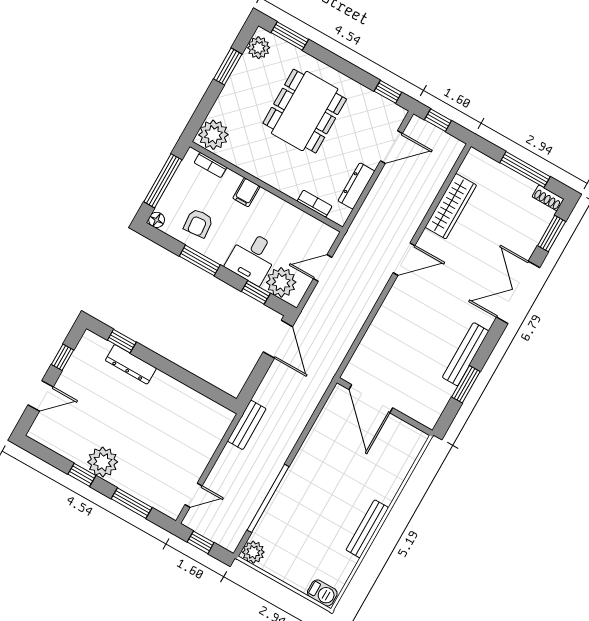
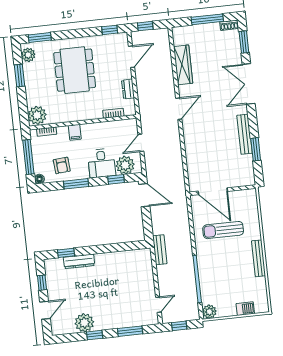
dresser: (356, 186) -> (128, 89), width x0.70
sun lounger: (348, 459) -> (223, 230), added
plant: (103, 462) -> (84, 323), moved
barbecue: (322, 593) -> (245, 309), moved

